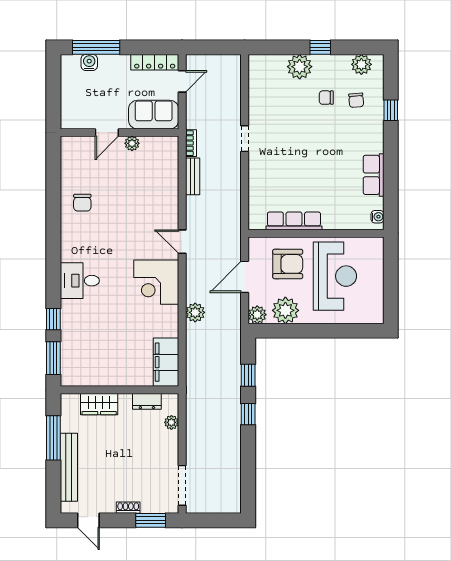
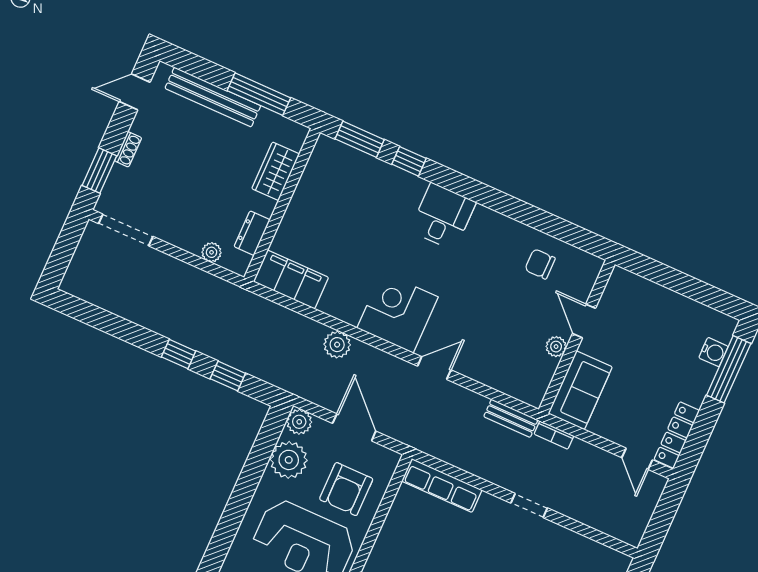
sofa: (154, 115) -> (580, 390), moved
door: (107, 133) -> (584, 321), moved
wall: (119, 133) -> (577, 337), moved
plant: (132, 143) -> (556, 347), moved
row of seats: (294, 221) -> (442, 485), moved, turned 90

